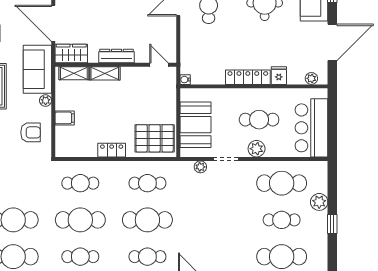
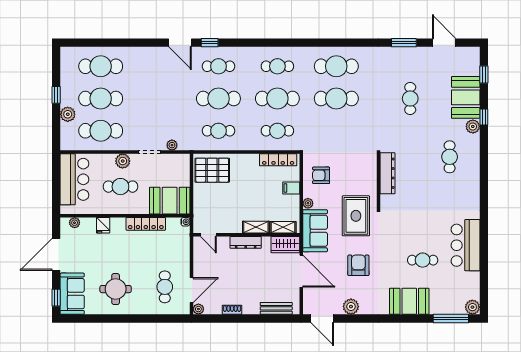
locker: (248, 77) -> (146, 224), moved
booth: (196, 125) -> (170, 201), moved, turned 90
locker: (112, 150) -> (278, 160), moved, width x1.53
cafe table: (282, 220) -> (101, 99), width x1.37, depth x1.35

